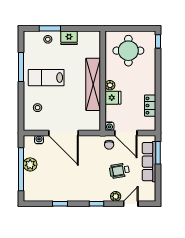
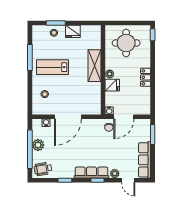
shelving: (93, 84) -> (95, 66), width x0.68
locker: (150, 106) -> (146, 77), moved
door: (63, 133) -> (68, 117), hinge flipped
door: (126, 133) -> (124, 117), hinge flipped
row of seats: (149, 162) -> (145, 160), moved
wheelchair: (119, 171) -> (43, 169), moved
row of seats: (90, 195) -> (91, 173), added
door: (131, 204) -> (128, 180), swing flipped

